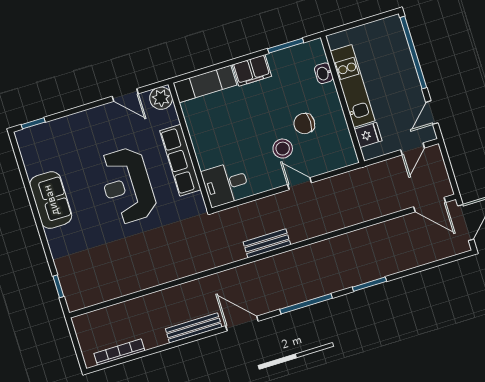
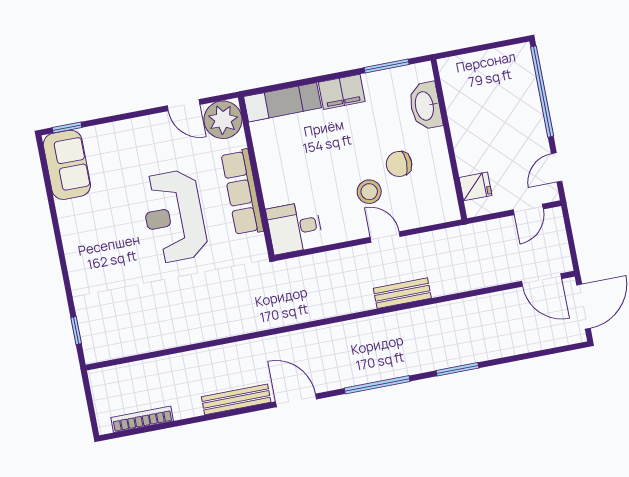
washbasin: (324, 73) -> (425, 106), width x1.91, depth x1.45
kitchen unit: (353, 86) -> (463, 124), removed
plant: (161, 98) -> (223, 120), width x1.36, depth x1.36
sofa: (51, 200) -> (67, 165), moved
bench: (267, 243) -> (402, 293), moved

